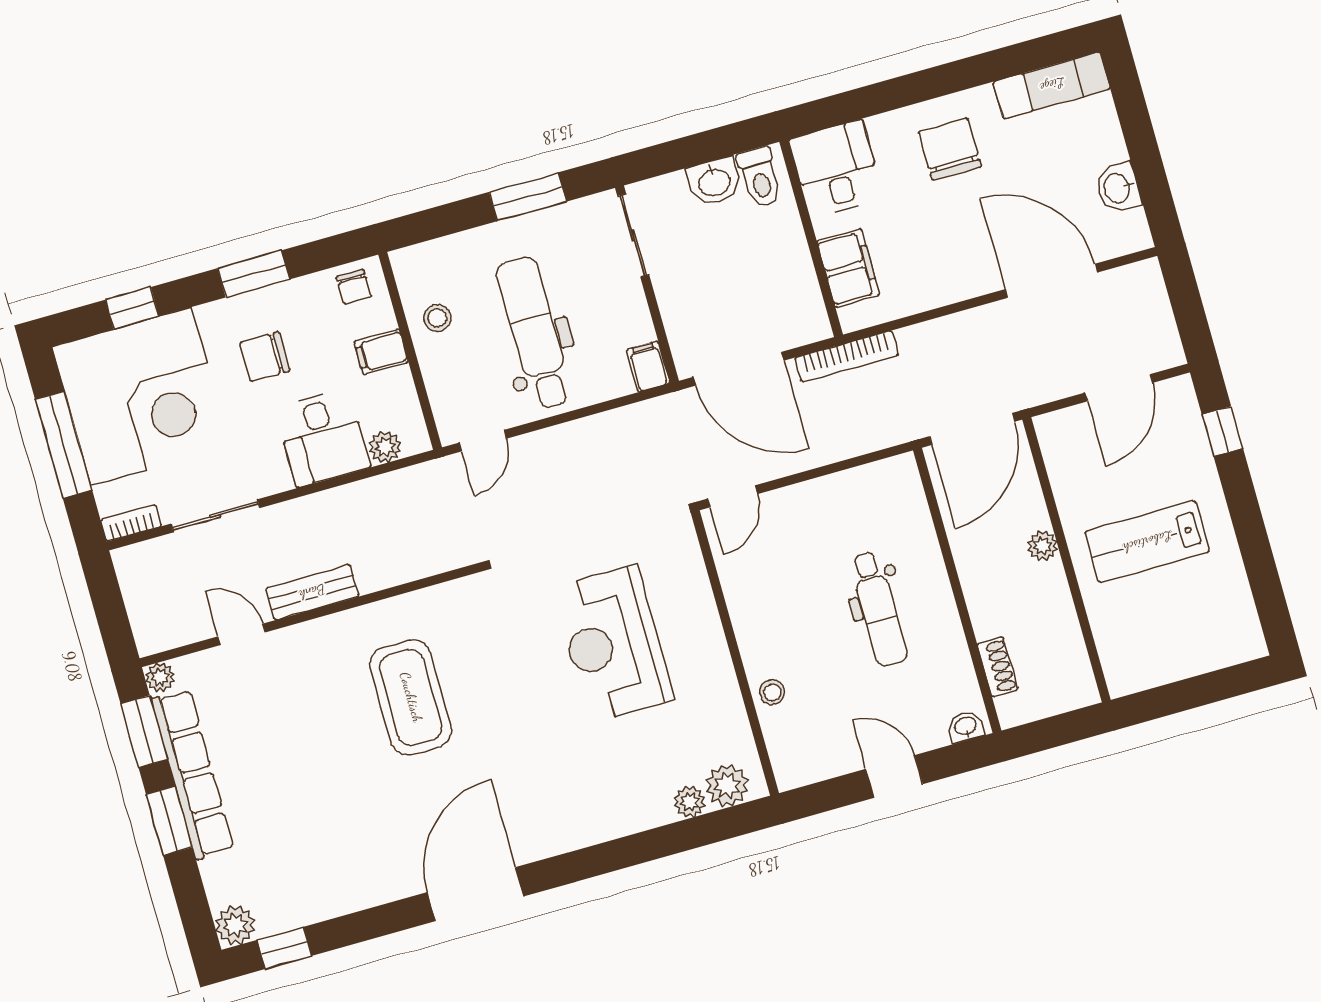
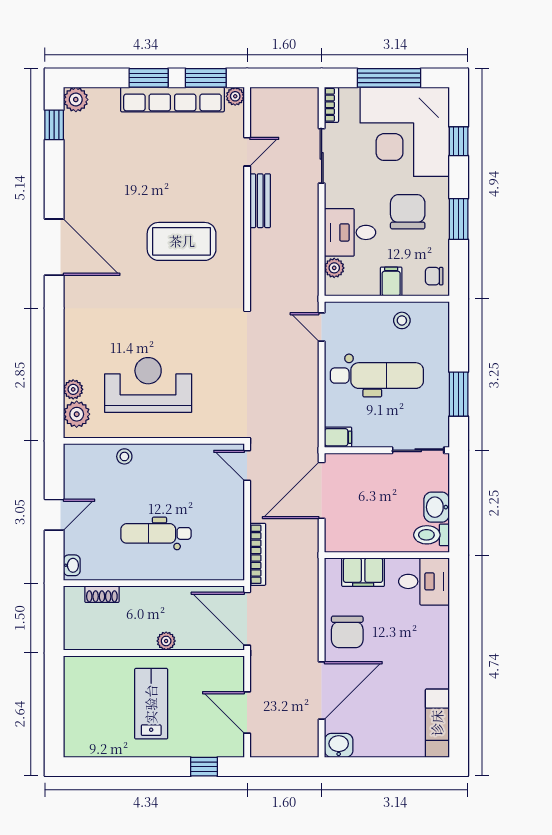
chair: (950, 149) -> (347, 632), moved, turned 90
washbasin: (1118, 188) -> (339, 745), moved
bookcase: (847, 356) -> (258, 554), moved, turned 180
chair: (265, 357) -> (408, 212), width x1.37, depth x1.37
reception desk: (613, 644) -> (148, 385), moved

